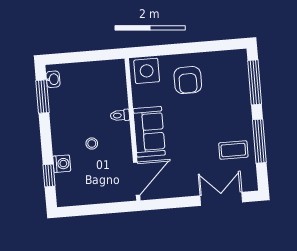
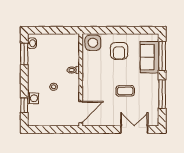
sofa: (149, 132) -> (150, 57), moved, turned 180
coffee table: (233, 150) -> (125, 91), moved

